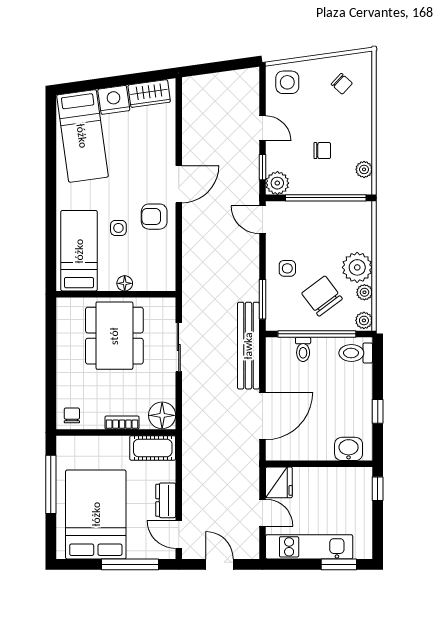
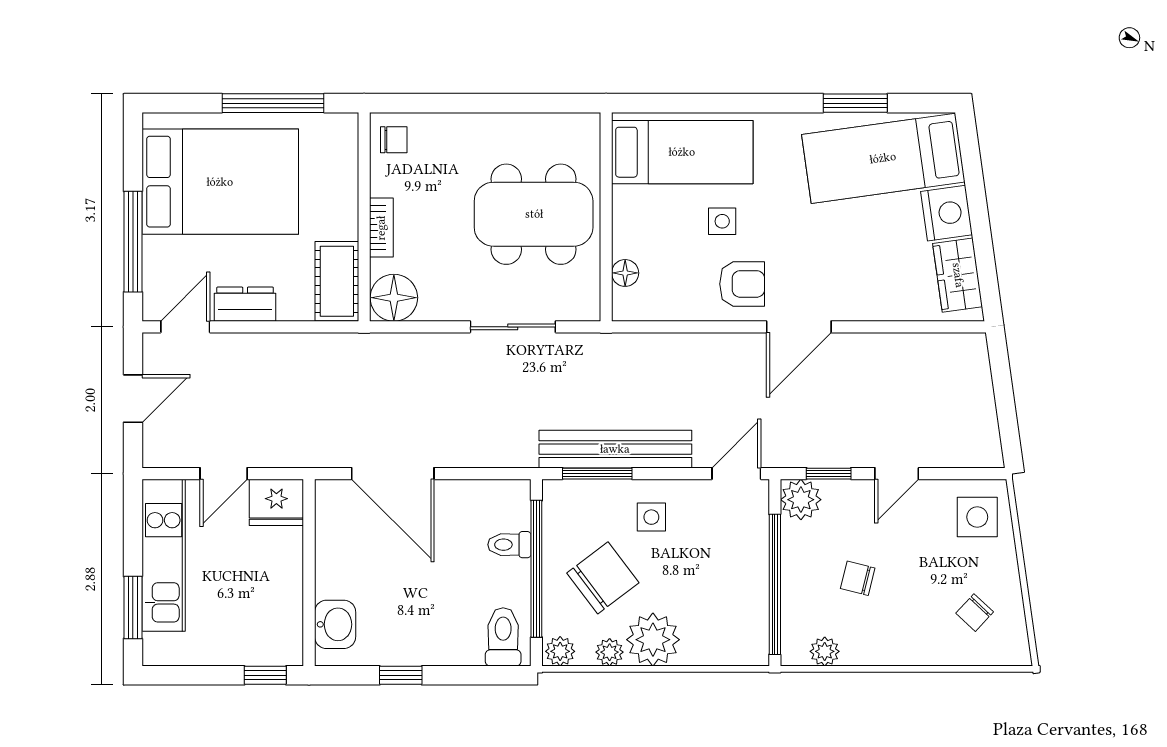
chair: (322, 151) -> (858, 578), turned 104
window: (51, 152) -> (855, 103), added
door: (179, 184) -> (799, 327), hinge flipped
armchair: (154, 217) -> (742, 284), turned 90
floor lamp: (125, 283) -> (625, 273), moved
bench: (248, 346) -> (615, 449), moved

